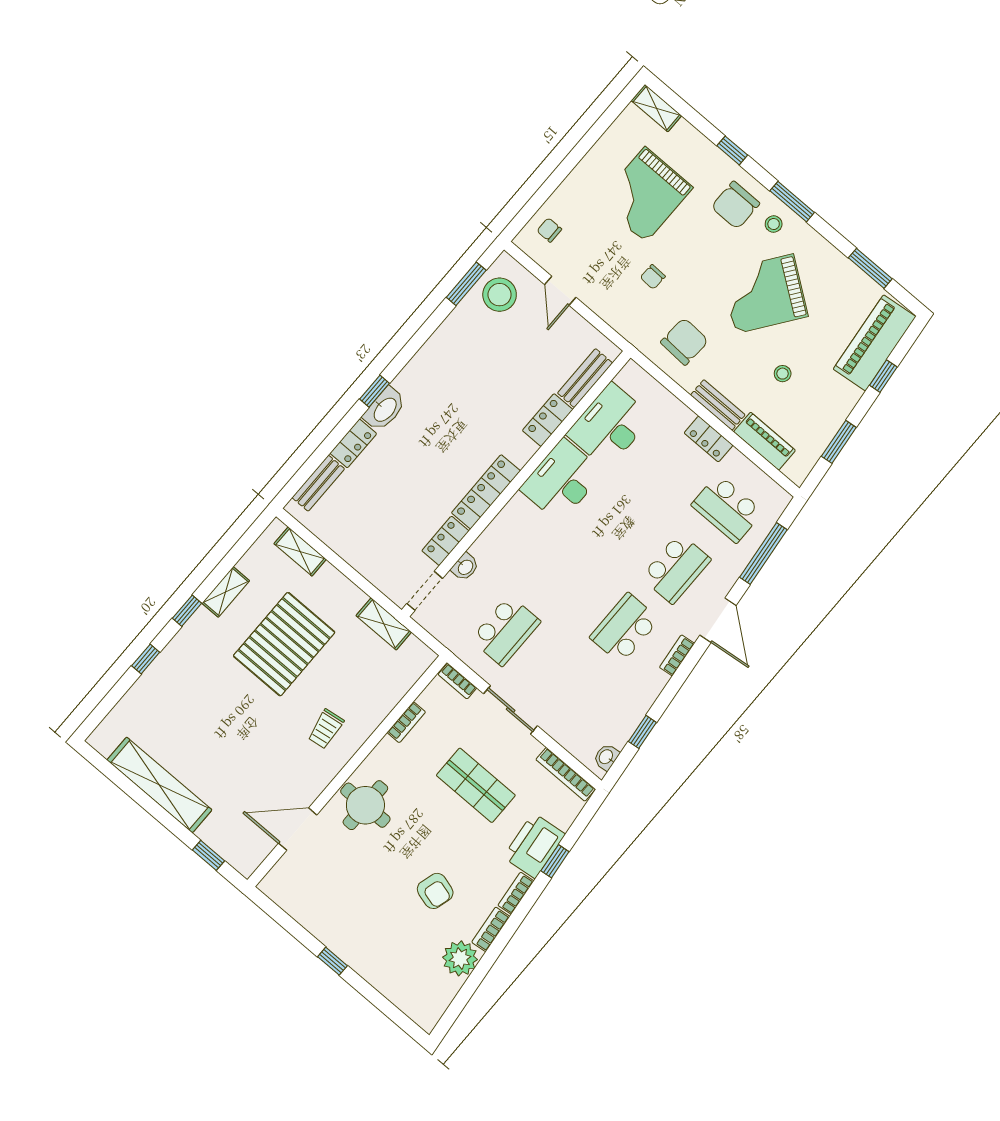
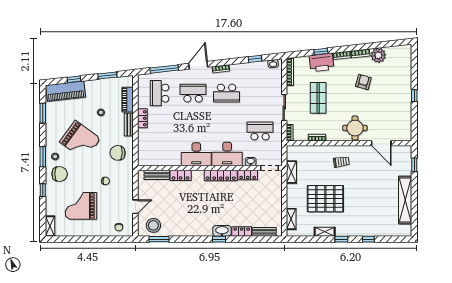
grand piano: (645, 195) -> (81, 206), turned 180
desk: (609, 426) -> (227, 154), moved
school desk: (727, 508) -> (160, 93), turned 180

